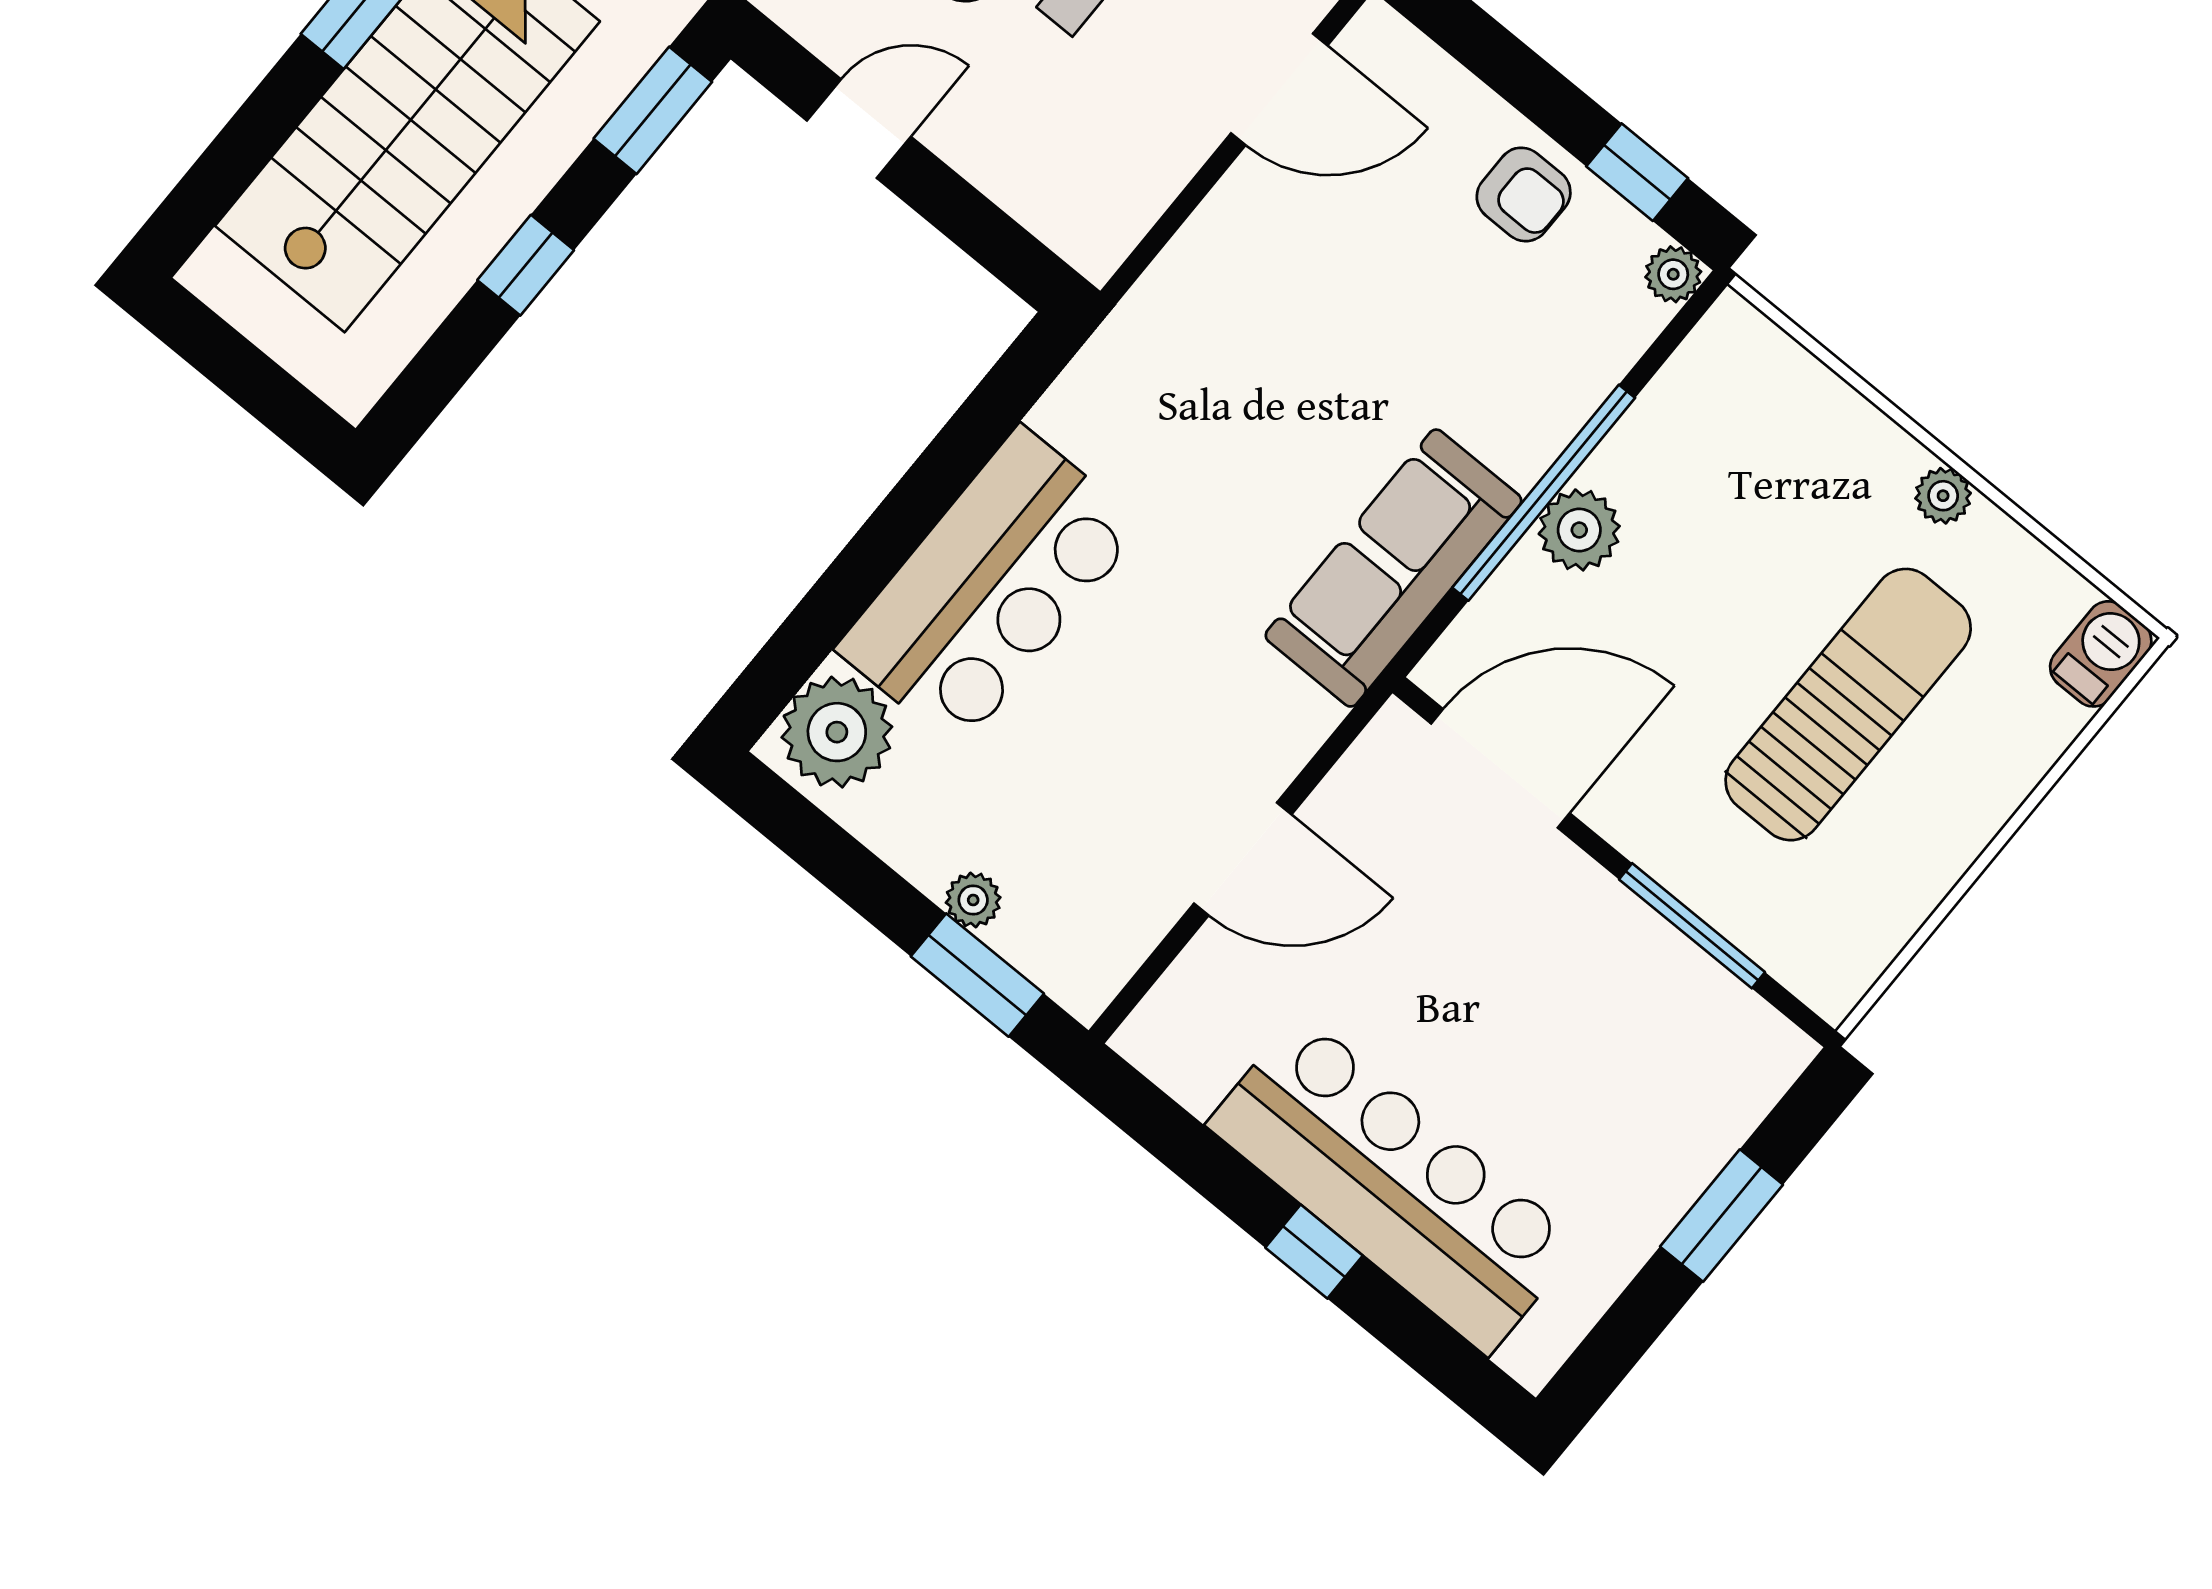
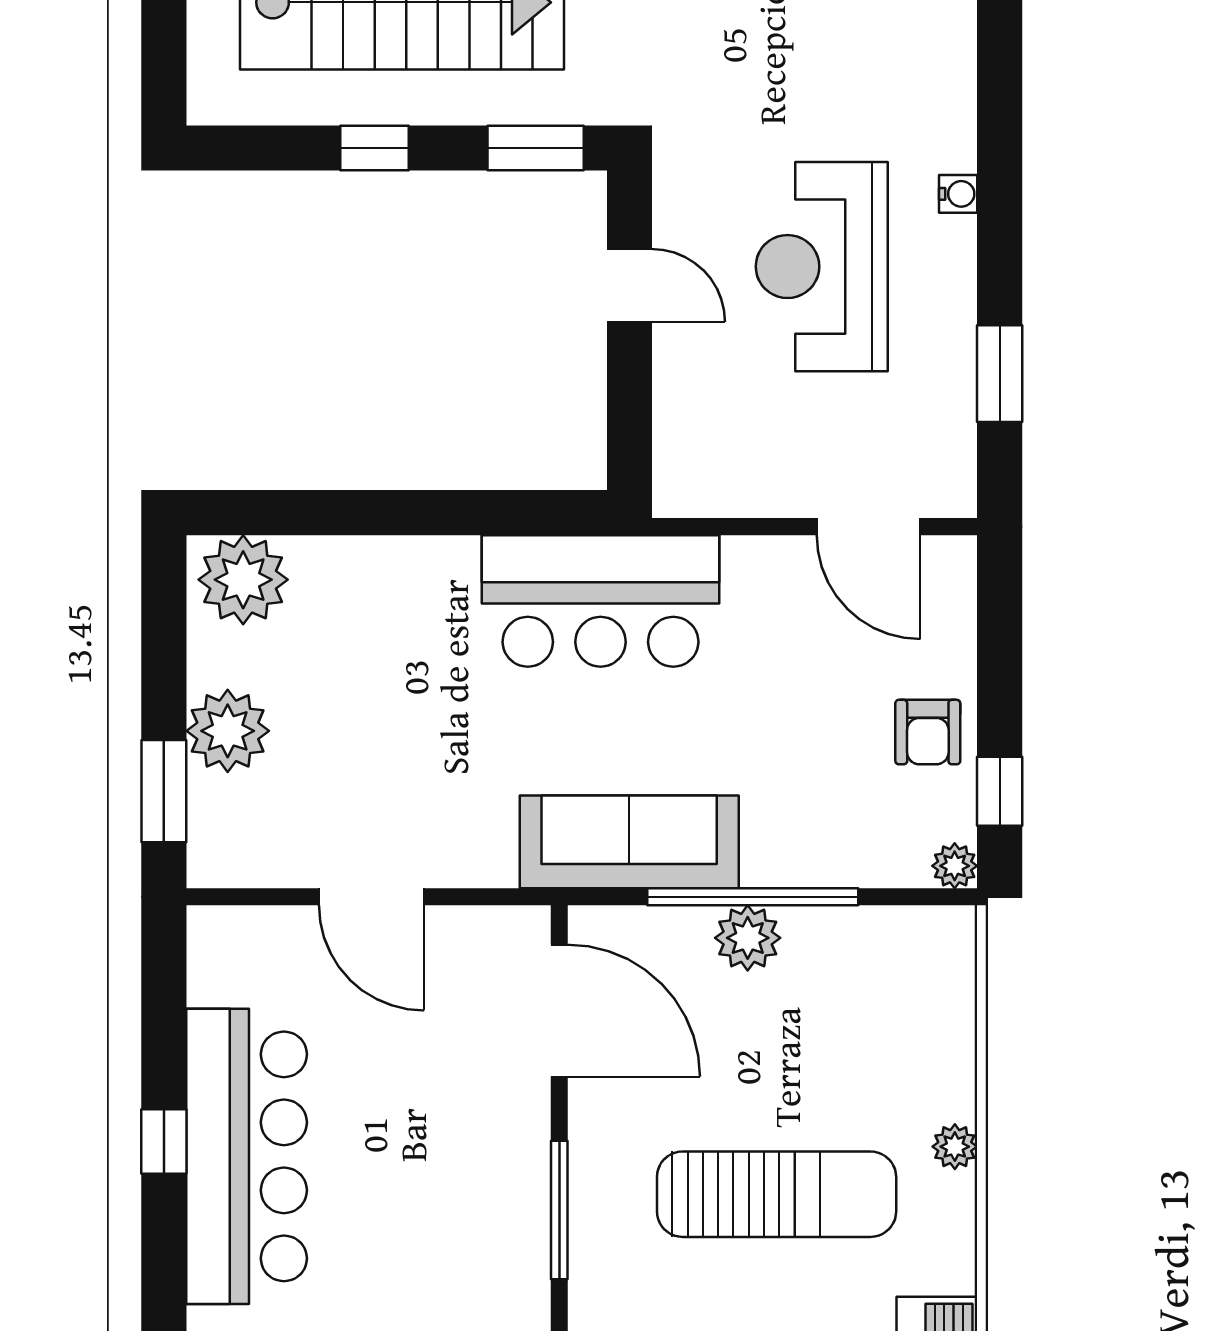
bar counter: (990, 588) -> (601, 601), moved
plant: (973, 900) -> (228, 731), width x1.88, depth x1.88

